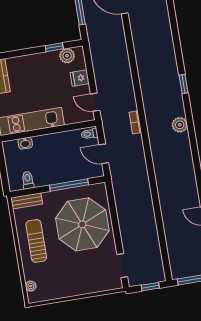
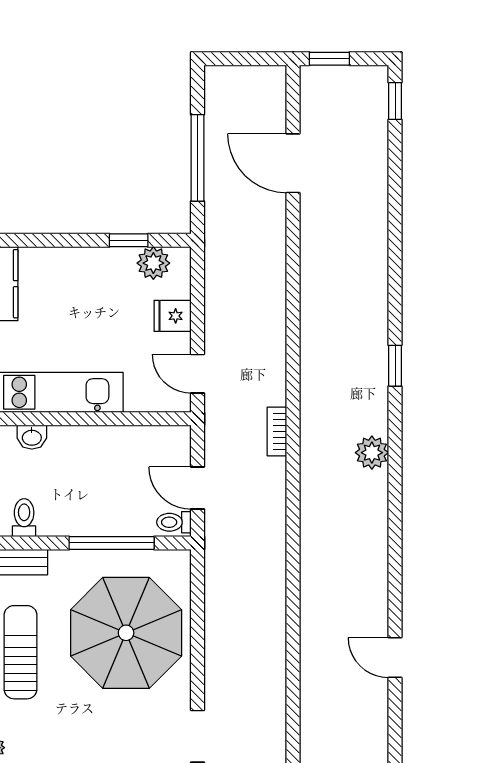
toilet: (89, 134) -> (174, 522), moved

